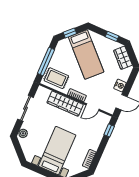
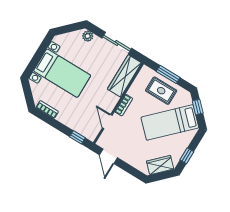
window: (46, 62) -> (168, 74), width x0.69
rug: (56, 78) -> (161, 91), moved, turned 90
nightstand: (120, 86) -> (128, 157), removed
wardrobe: (65, 104) -> (124, 76), moved

